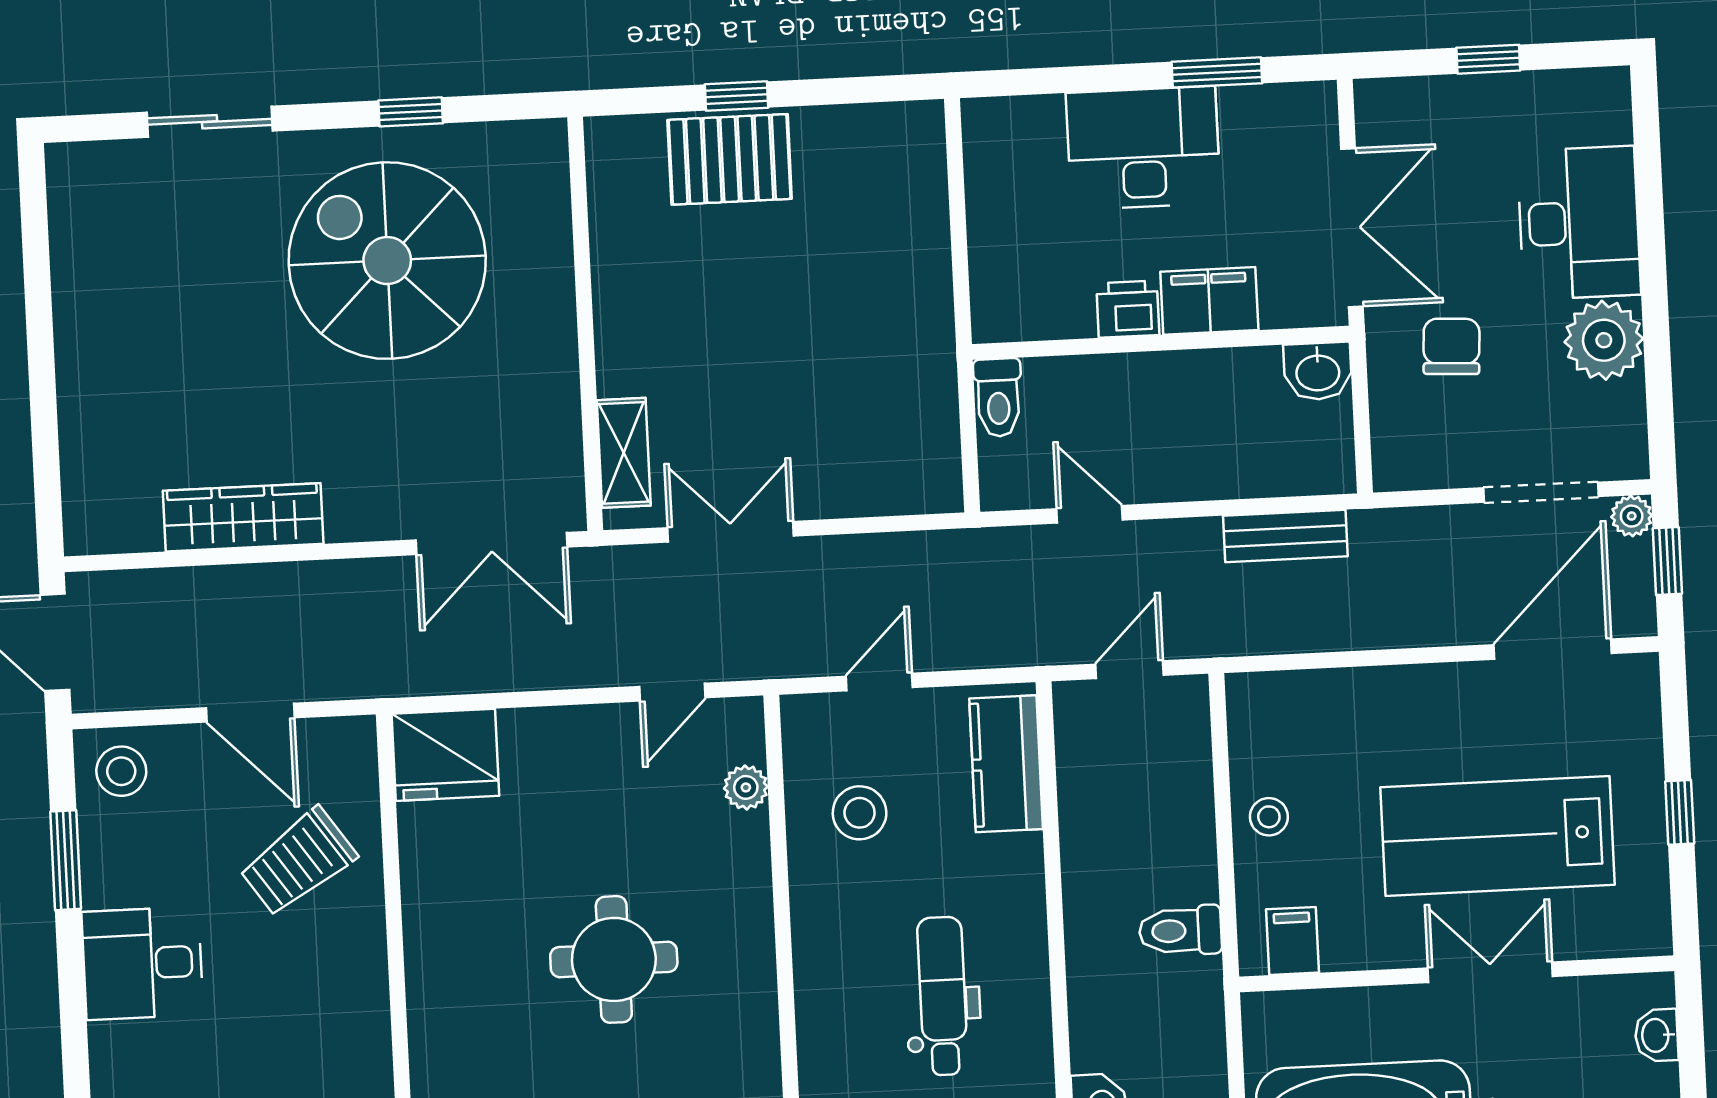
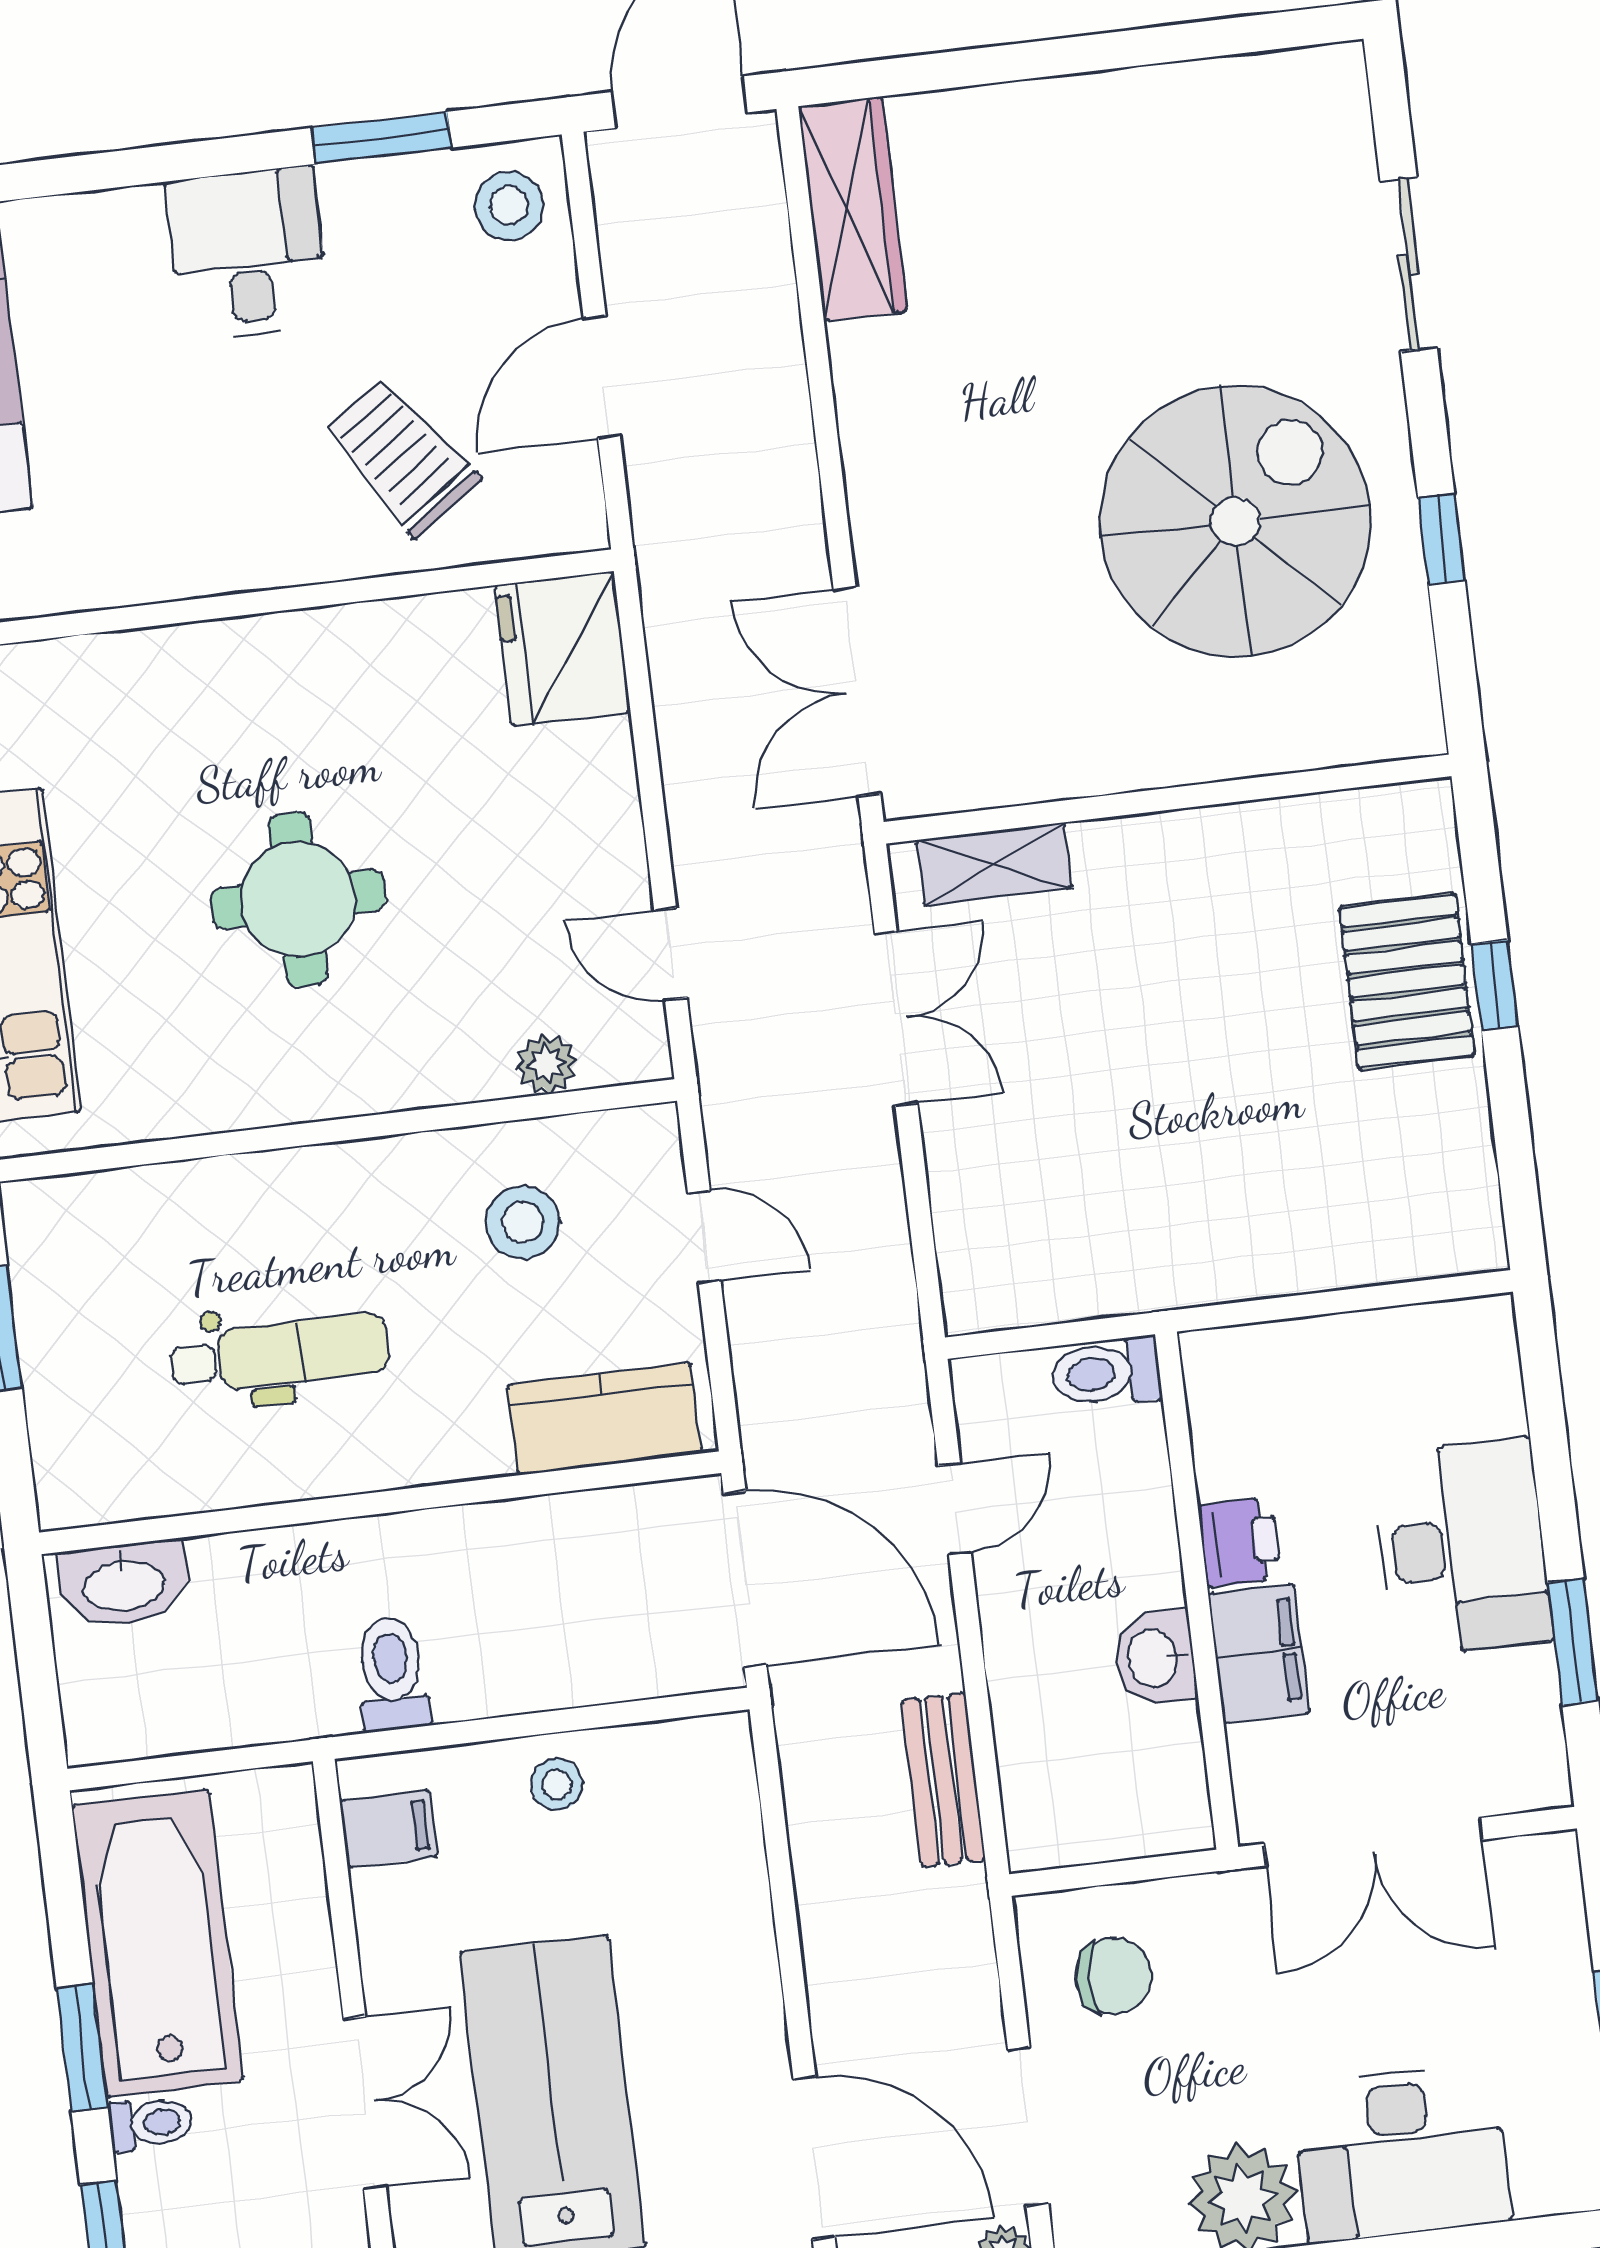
chair: (1451, 346) -> (1114, 1976), moved
washbasin: (1318, 371) -> (1155, 1658), moved
wardrobe: (243, 517) -> (853, 209), moved
door: (1130, 670) -> (745, 1579), width x1.87

